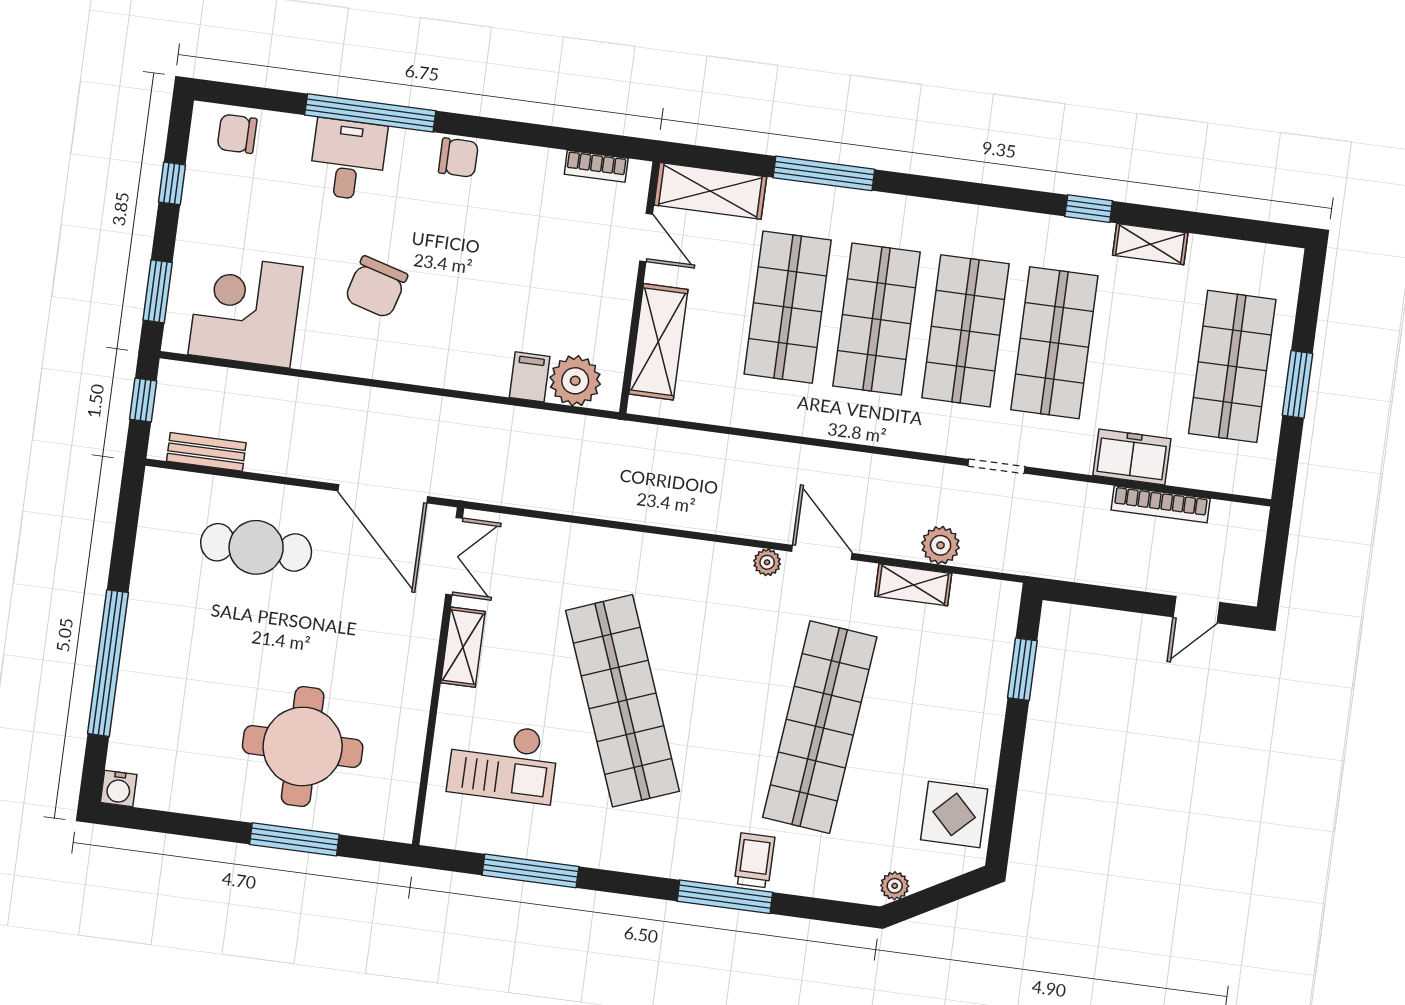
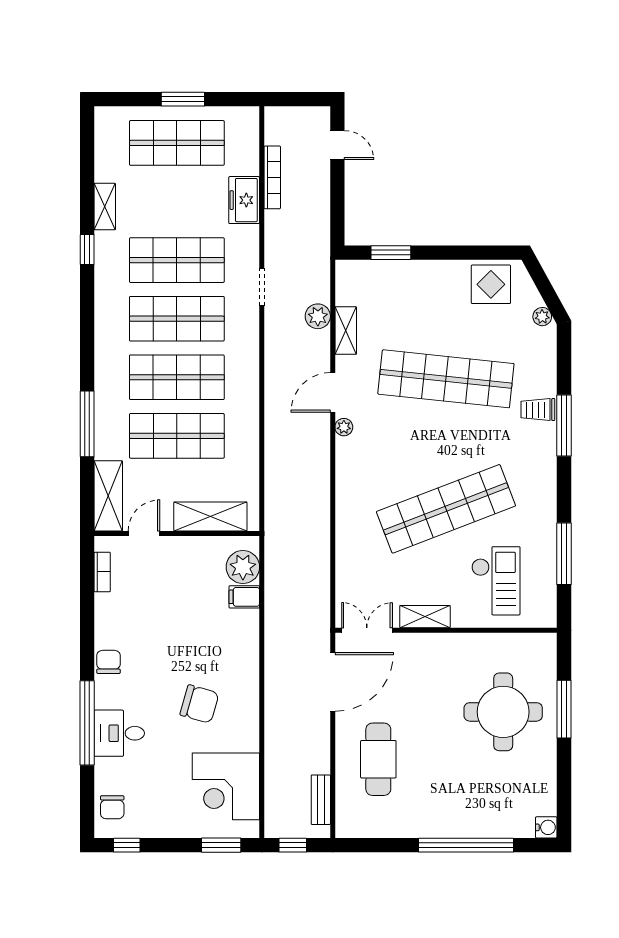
window: (172, 183) -> (127, 845), moved

